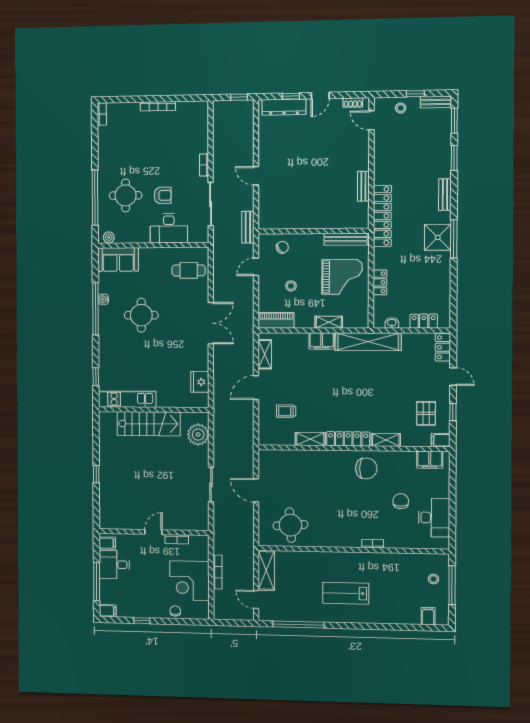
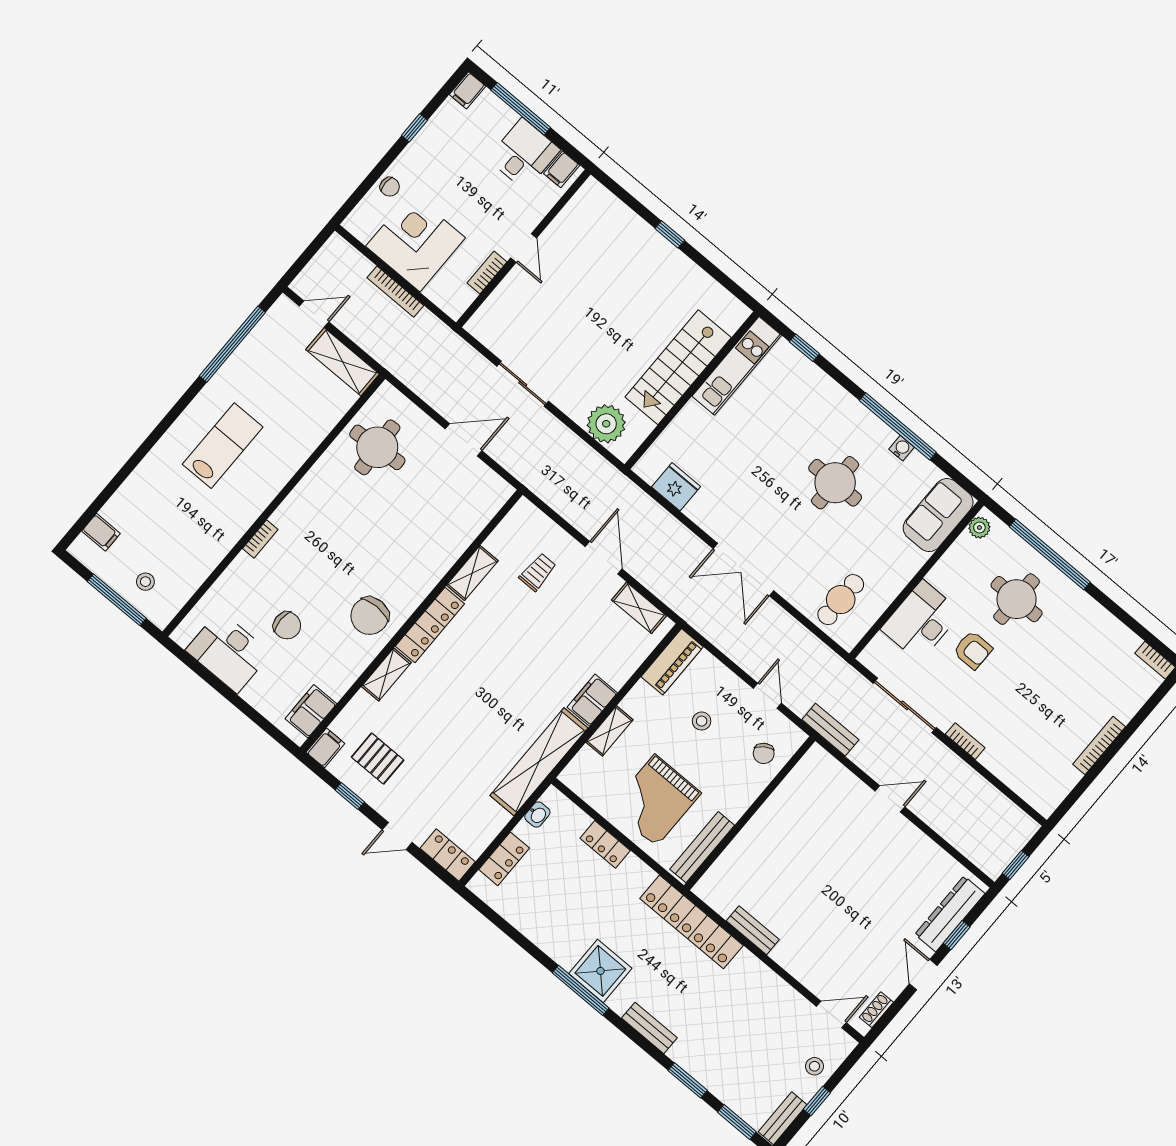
armchair: (163, 195) -> (973, 650), turned -90

